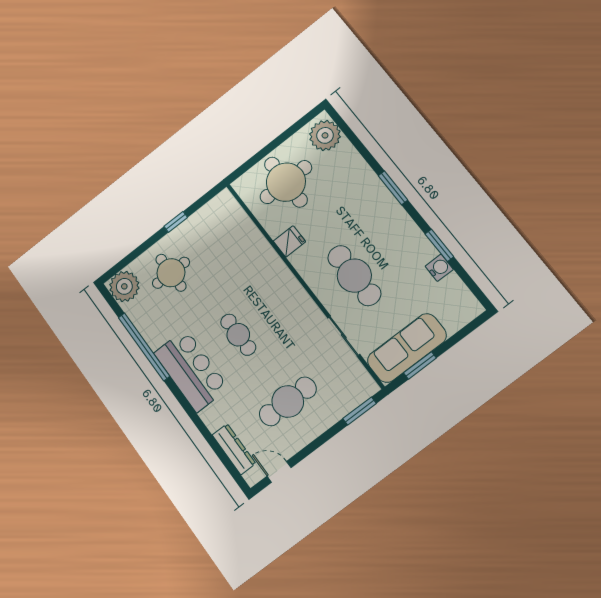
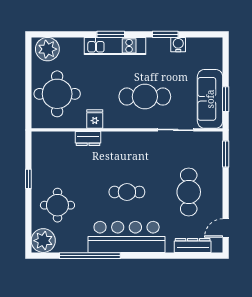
kitchen unit: (384, 202) -> (115, 46), added
dresser: (263, 250) -> (88, 139), added
bar counter: (191, 370) -> (127, 237), width x1.36

